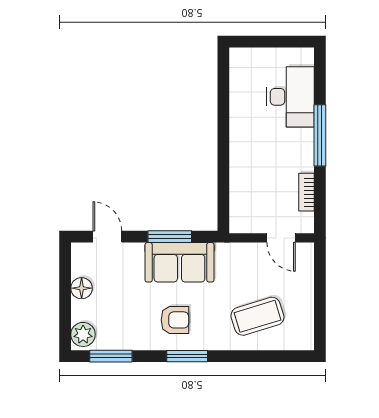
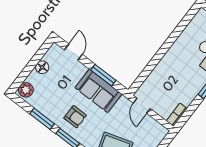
bookcase: (307, 192) -> (177, 115), moved
door: (281, 238) -> (142, 106), moved
window: (111, 356) -> (42, 119), moved

